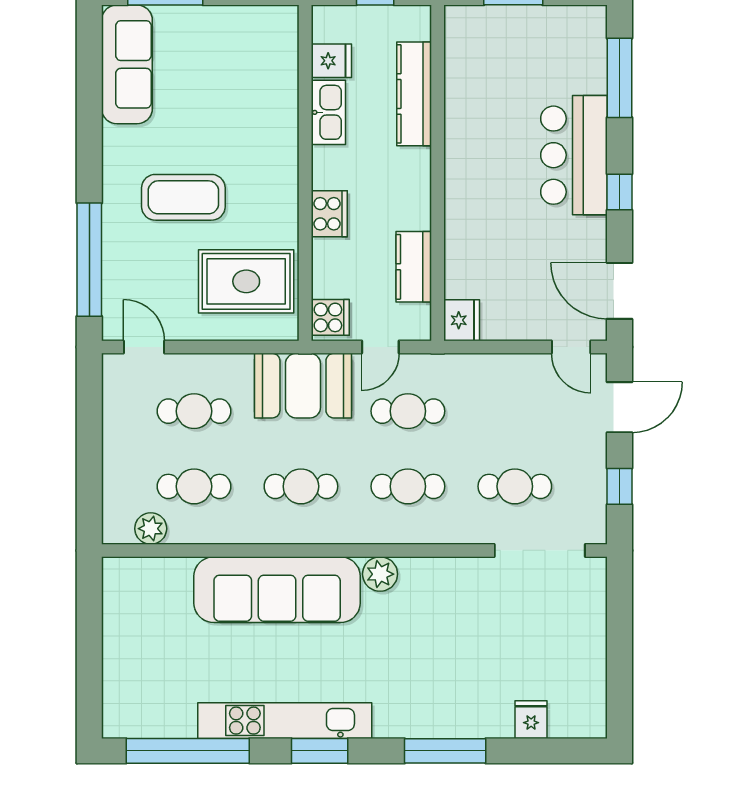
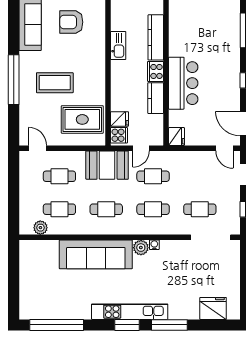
armchair: (221, 59) -> (71, 22), added
fridge: (331, 61) -> (120, 119), moved
bar counter: (574, 155) -> (183, 83), moved, turned 180
cooker: (329, 214) -> (156, 71), moved, turned 180
window: (89, 260) -> (14, 80), moved
kitchen counter: (414, 267) -> (156, 98), moved
water cooler: (411, 568) -> (154, 245), added
fridge: (531, 720) -> (213, 308), width x1.88, depth x1.34
kitchen unit: (285, 721) -> (130, 312), moved
window: (320, 751) -> (127, 325), moved

